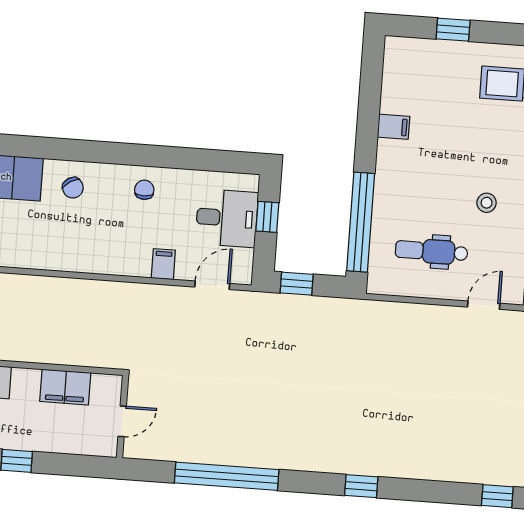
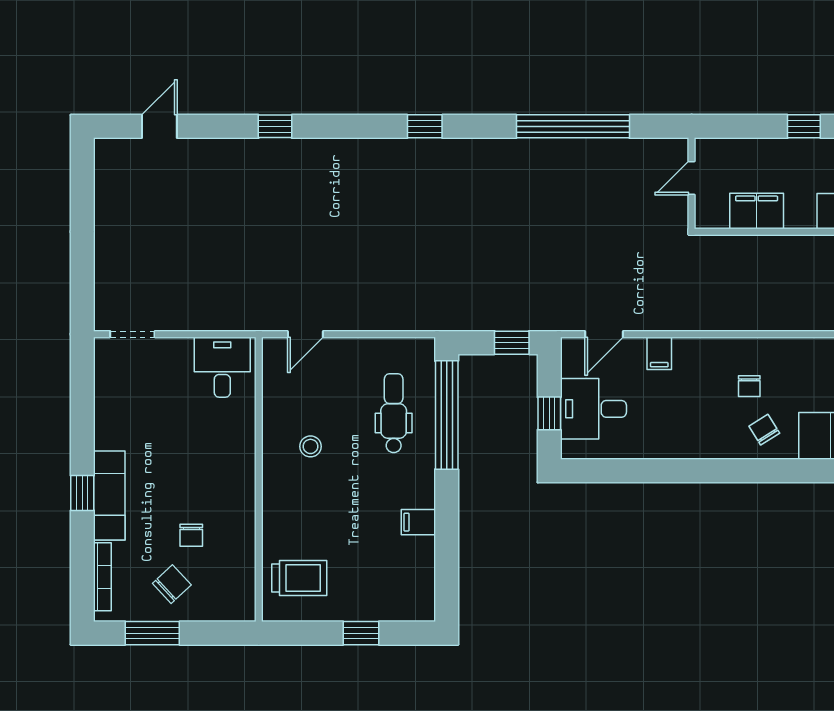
chair: (144, 190) -> (749, 386), moved
dental chair: (431, 251) -> (394, 413), moved, turned -90

